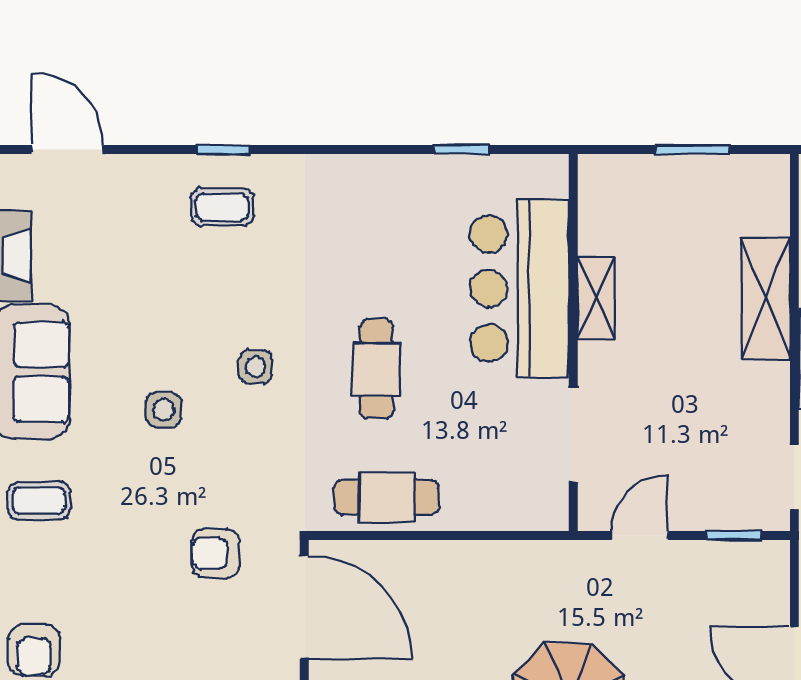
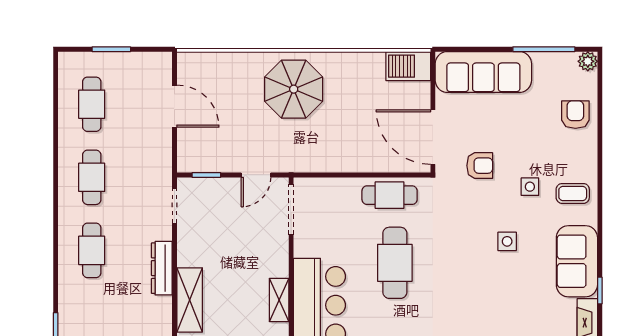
side table: (255, 367) -> (530, 187), moved
cafe table: (376, 369) -> (395, 263), width x1.37, depth x1.35
doorway: (573, 435) -> (291, 209), moved

